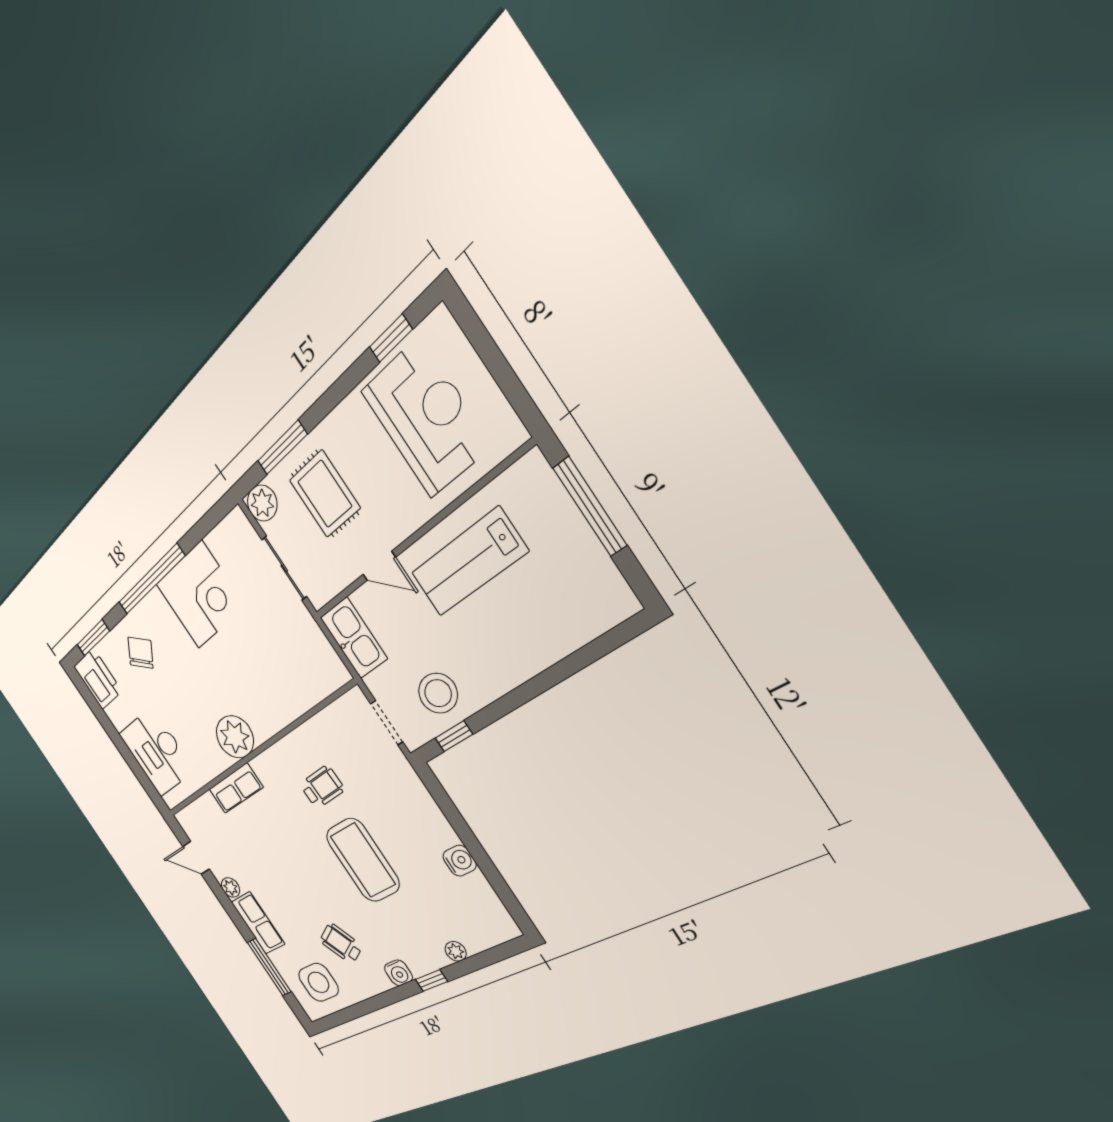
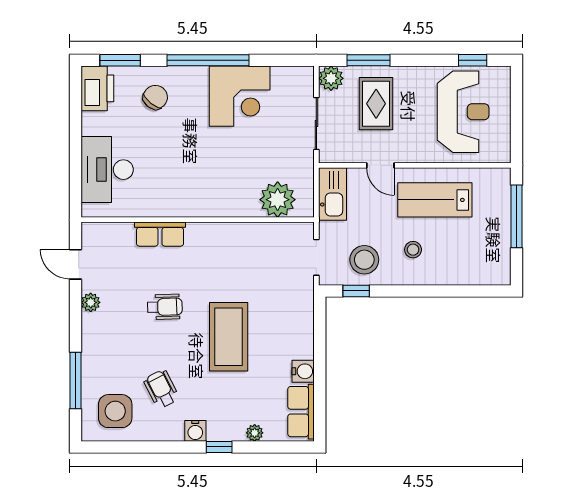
stool: (485, 644) -> (413, 250), added
plant: (235, 737) -> (278, 200), moved
wheelchair: (322, 787) -> (165, 307), moved
row of seats: (258, 923) -> (301, 412), moved, turned 180

